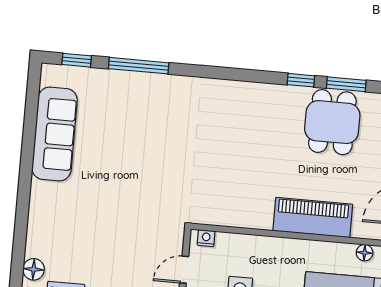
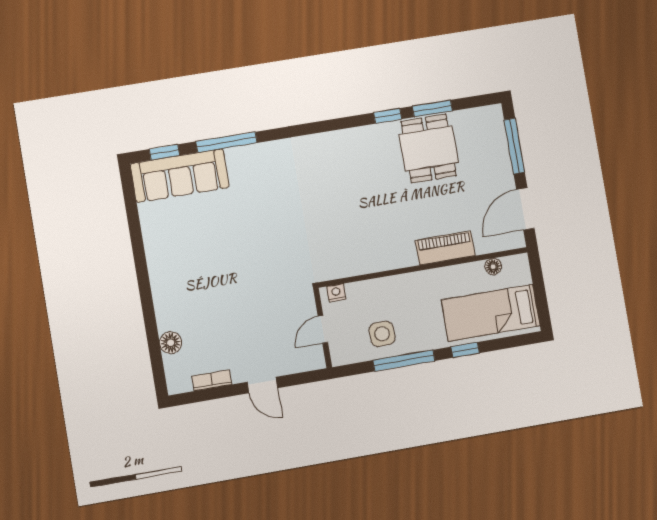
sofa: (55, 134) -> (180, 176), moved, turned 90
piano: (313, 218) -> (445, 248), width x0.73, depth x0.75
floor lamp: (34, 269) -> (171, 343), moved

